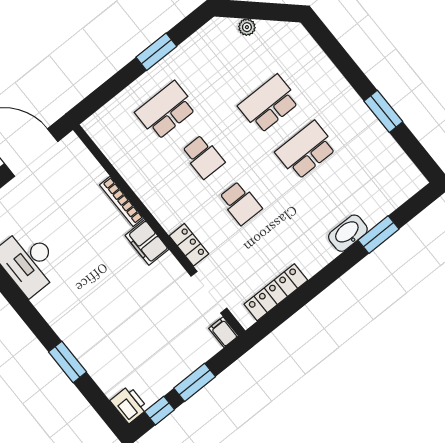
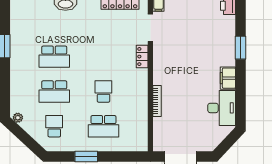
plant: (247, 27) -> (18, 118), moved
school desk: (240, 203) -> (54, 126), moved
filing cabinet: (147, 242) -> (228, 78), moved, turned 180

